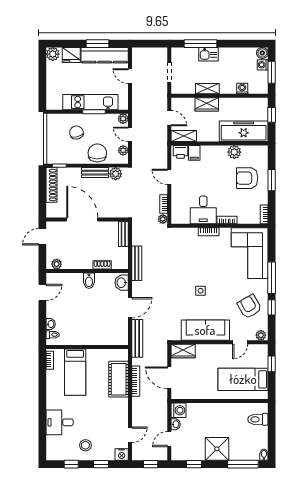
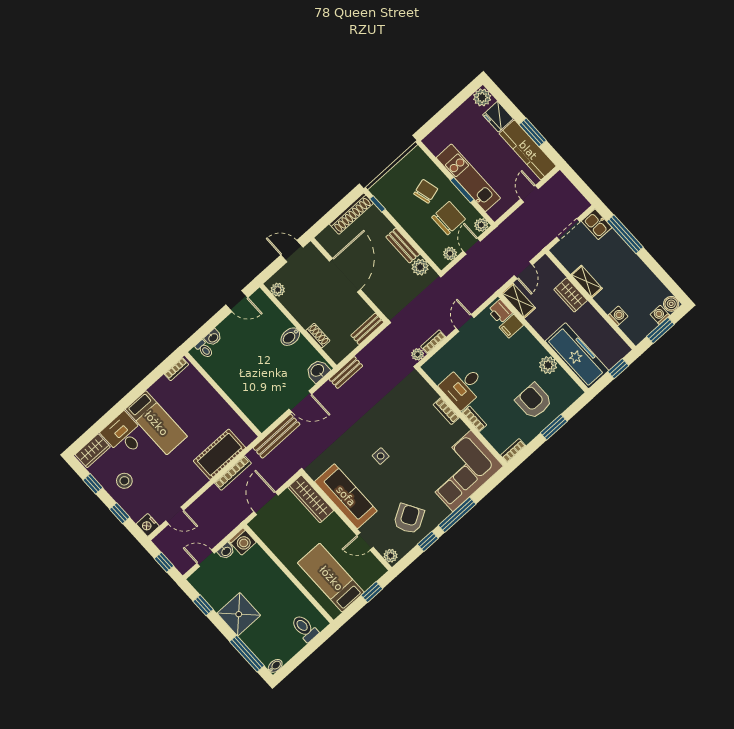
kitchen sink: (209, 54) -> (597, 224), moved
chair: (97, 153) -> (448, 218), moved
bench: (137, 263) -> (346, 372), width x0.73
wardrobe: (183, 351) -> (311, 499), width x1.50
bed: (75, 372) -> (156, 423), moved, turned -90
wardrobe: (53, 448) -> (93, 451), added

